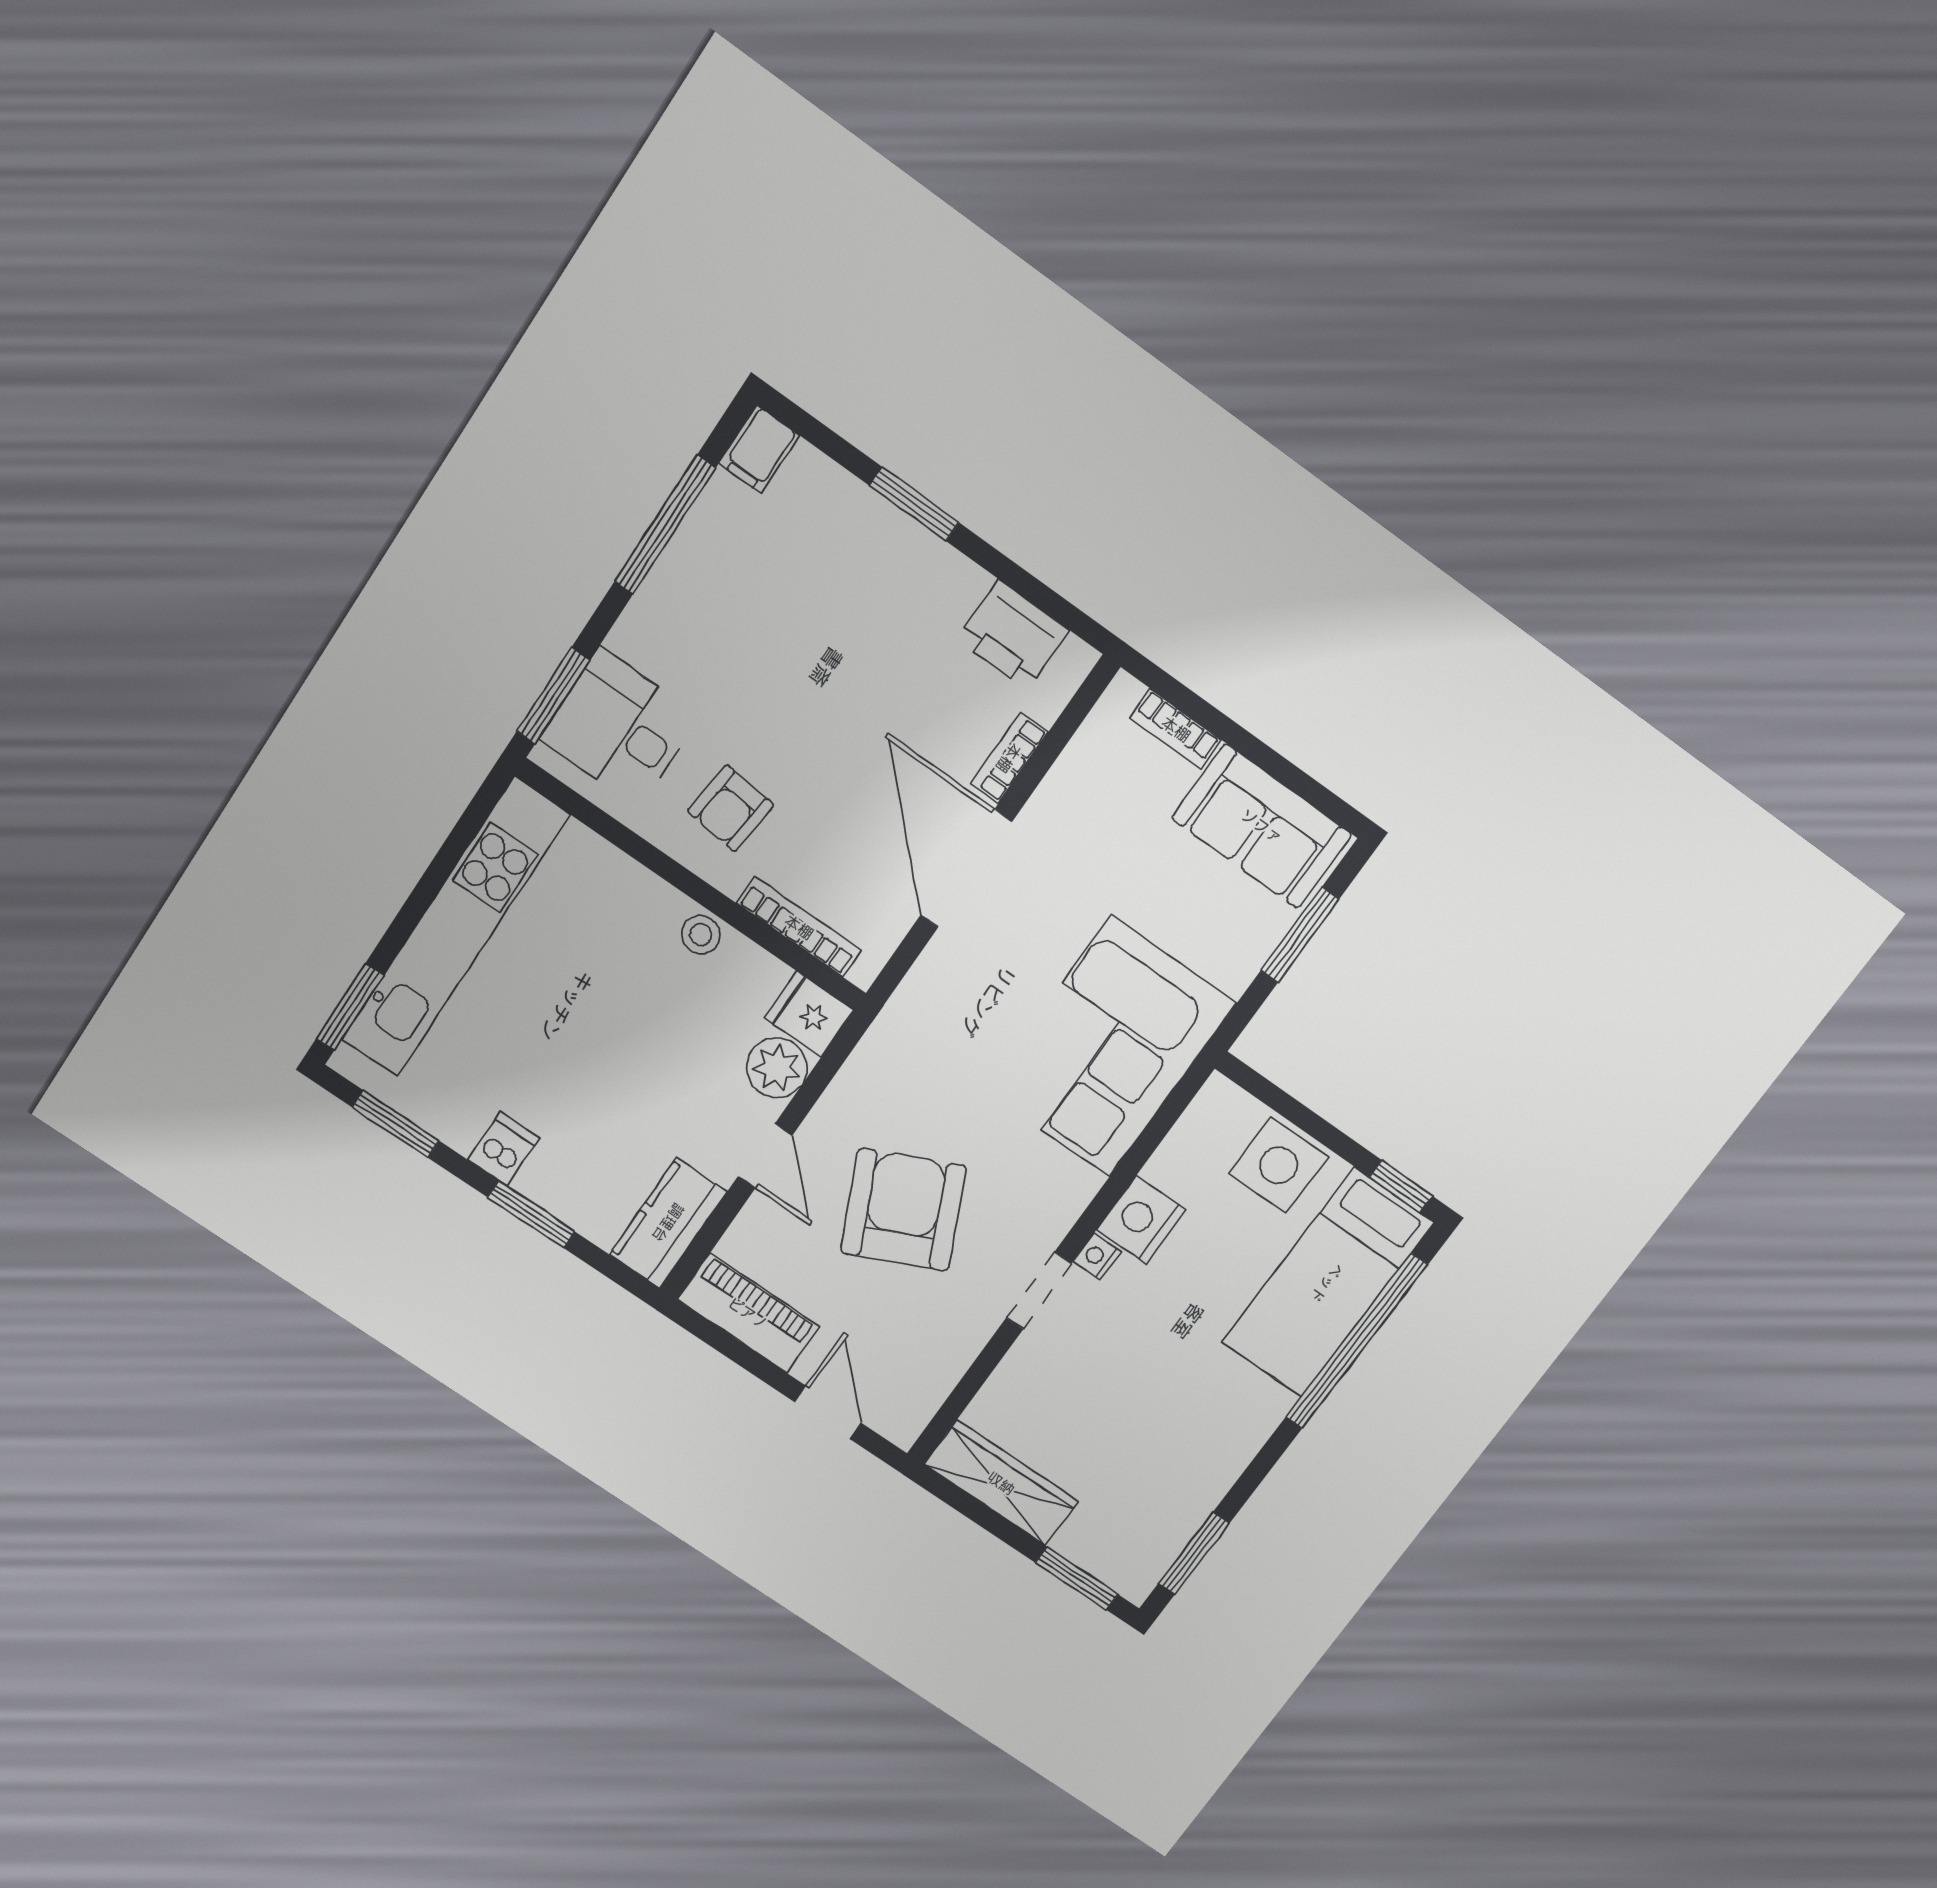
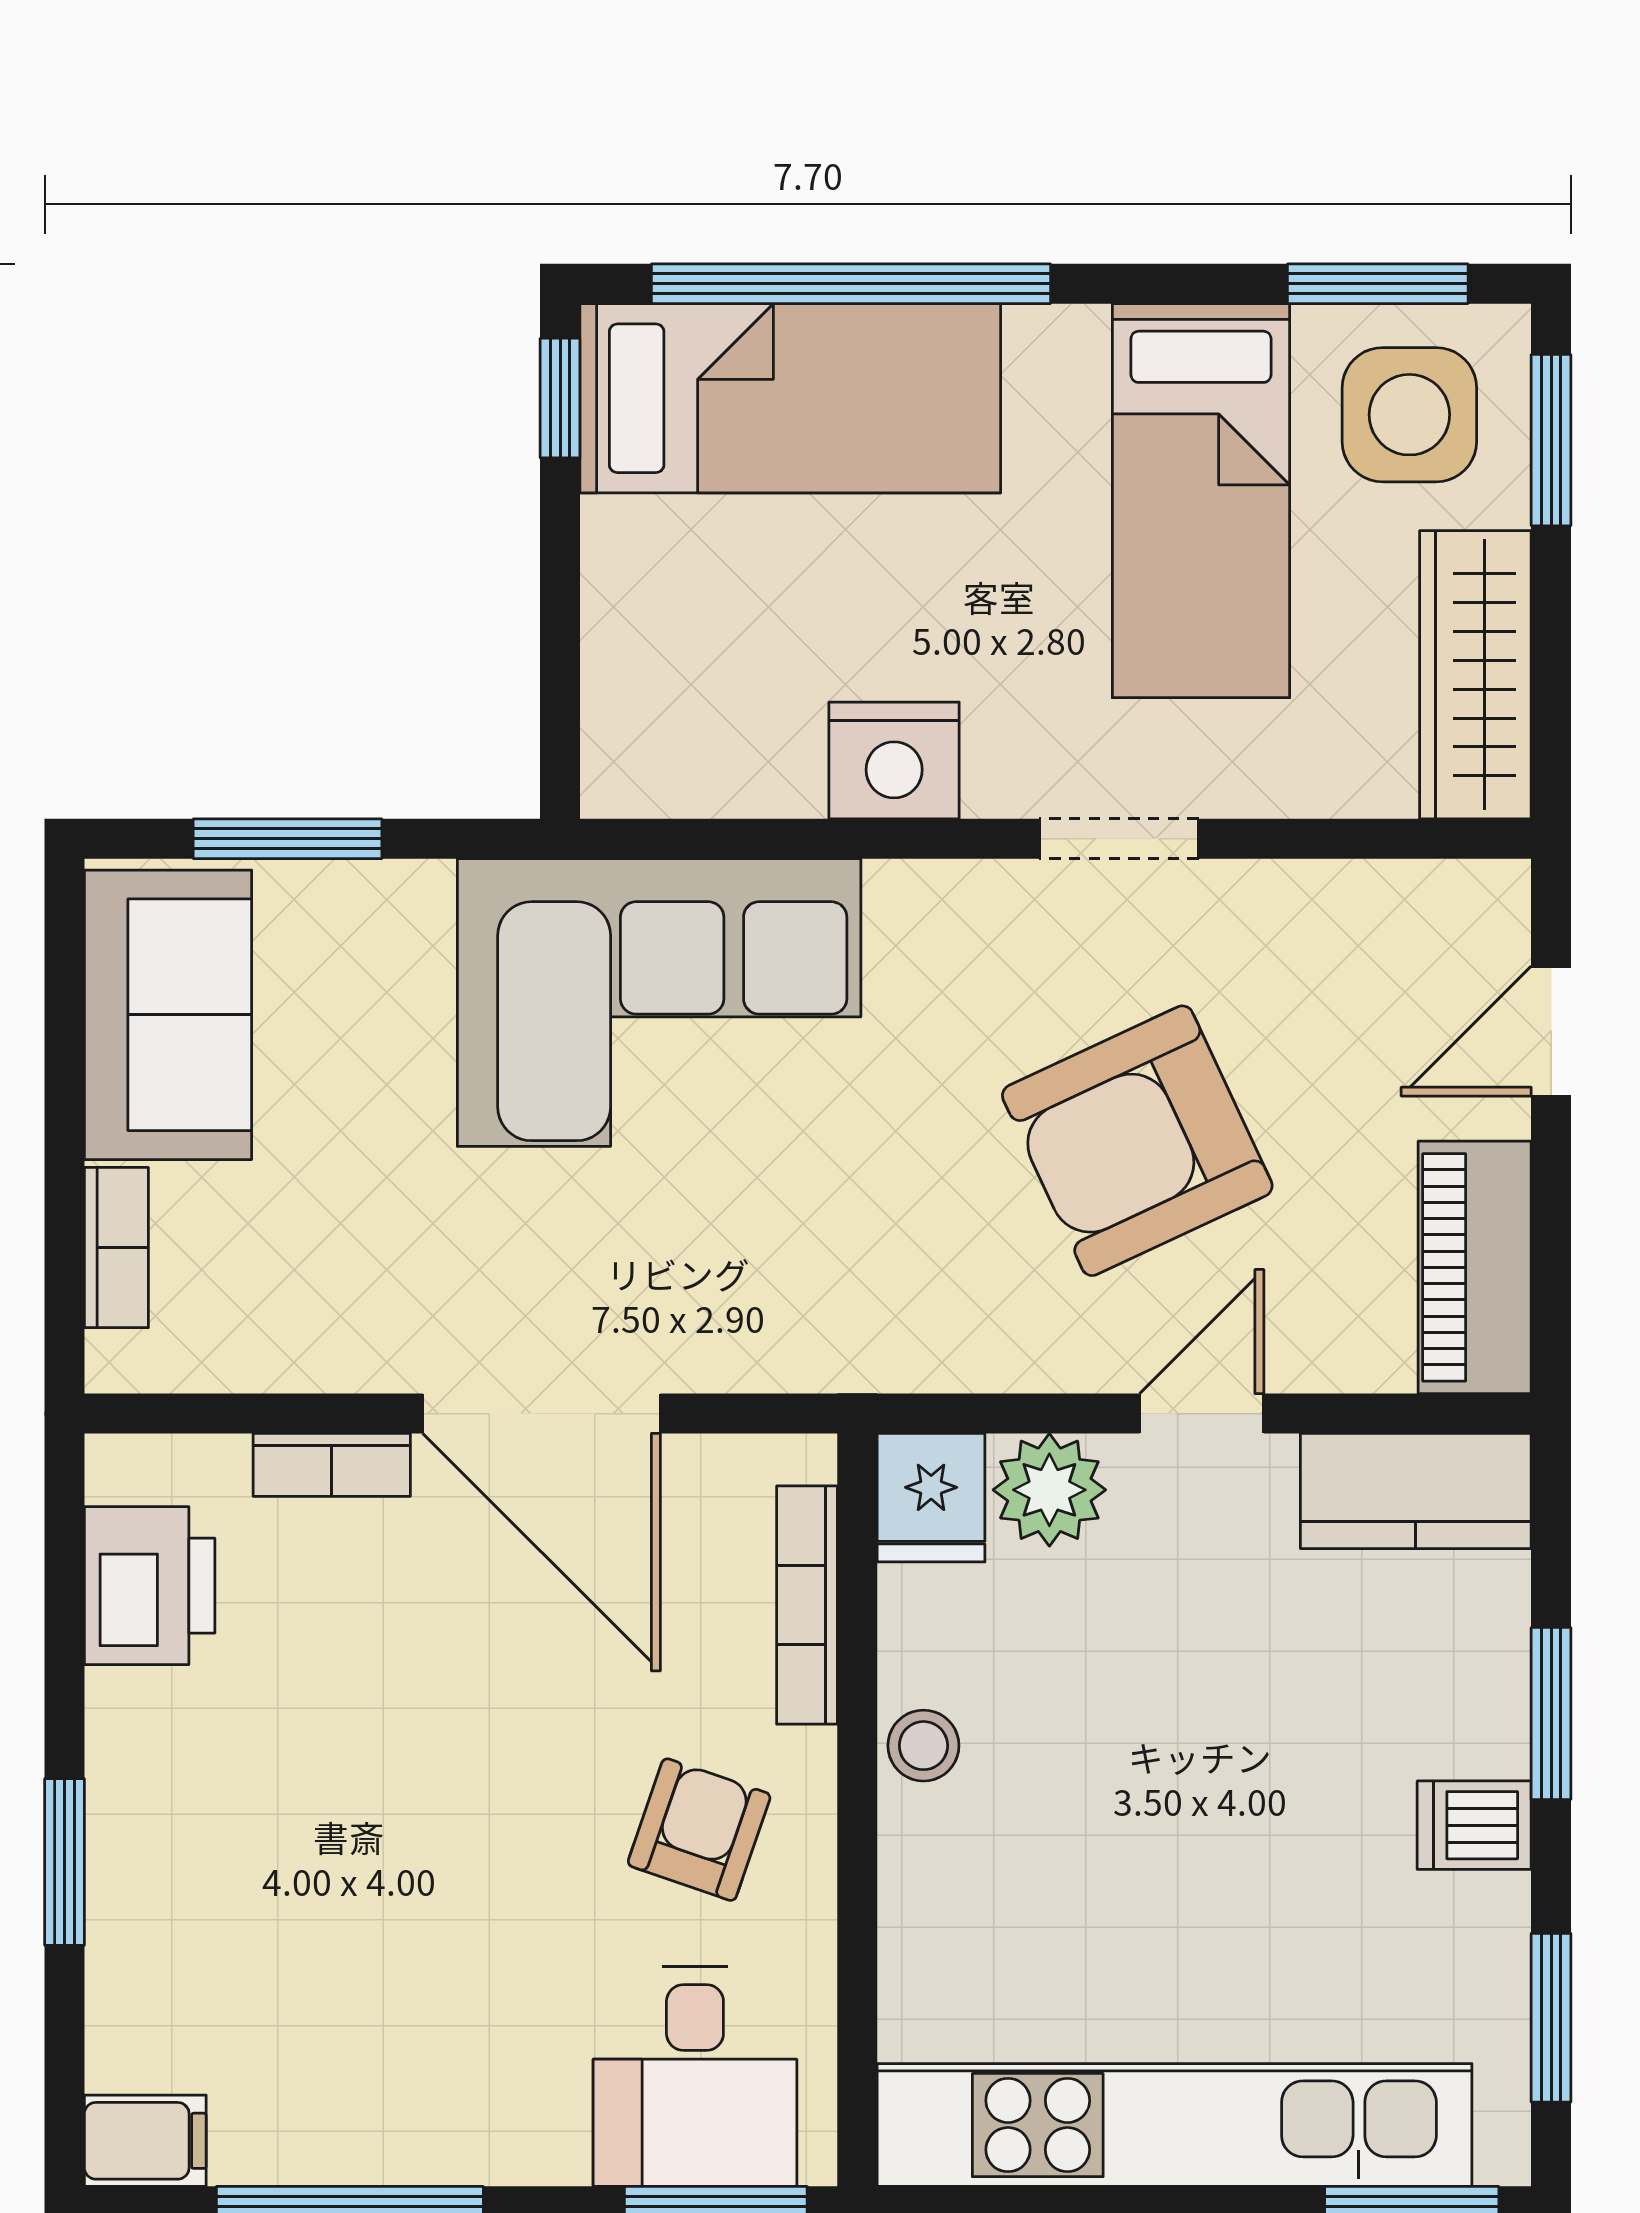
armchair: (731, 808) -> (699, 1830), turned -77
door: (966, 869) -> (542, 1414), hinge flipped
side table: (1279, 1165) -> (1409, 415), moved
nightstand: (1097, 1257) -> (1001, 787), removed
bed: (1157, 1422) -> (1201, 501), added

